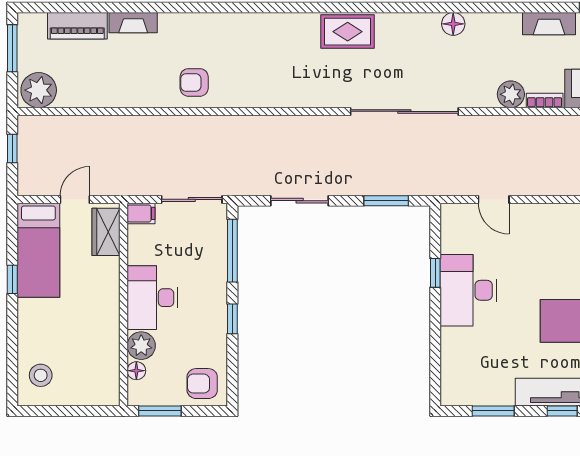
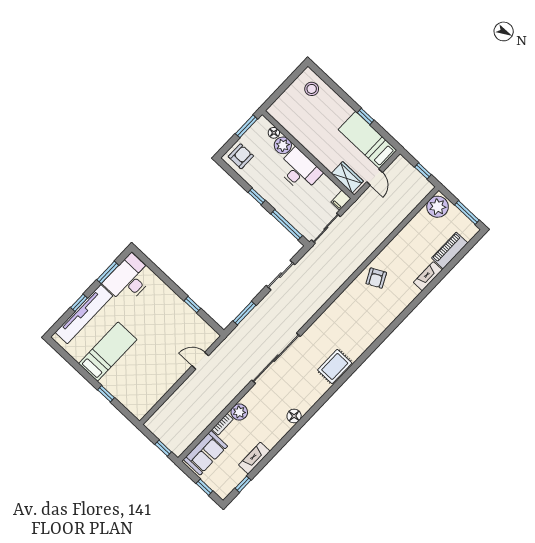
armchair: (194, 82) -> (376, 278), turned 153
desk: (468, 290) -> (129, 279), moved, turned -90

